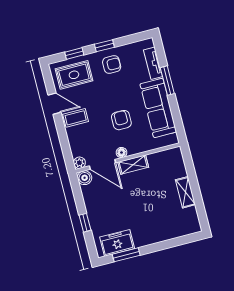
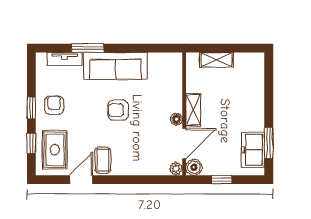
floor lamp: (122, 153) -> (177, 119), moved
wall: (128, 158) -> (184, 114), moved
plant: (79, 163) -> (176, 169), moved
door: (102, 164) -> (184, 144), moved
shelving: (133, 165) -> (193, 110), moved
boiler: (85, 178) -> (194, 167), moved

